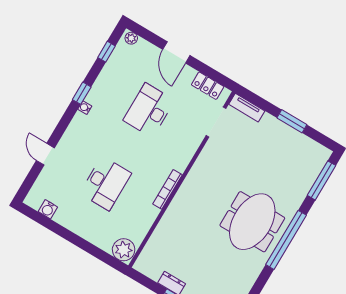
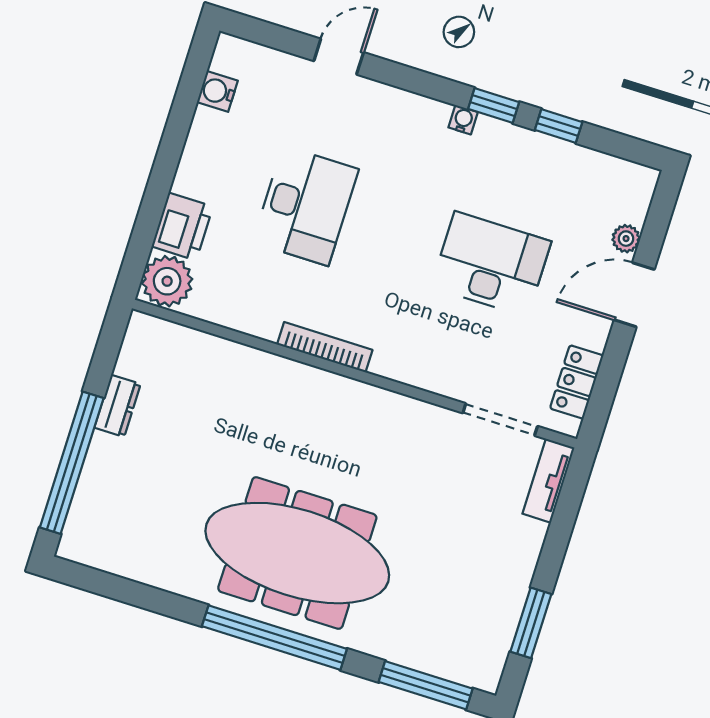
plant: (131, 38) -> (626, 239), moved
window: (106, 52) -> (559, 126), moved
window: (292, 121) -> (531, 623), moved
desk: (105, 183) -> (306, 206), turned -90
meeting table: (252, 222) -> (297, 553), width x1.36
printer: (102, 238) -> (182, 226), added

